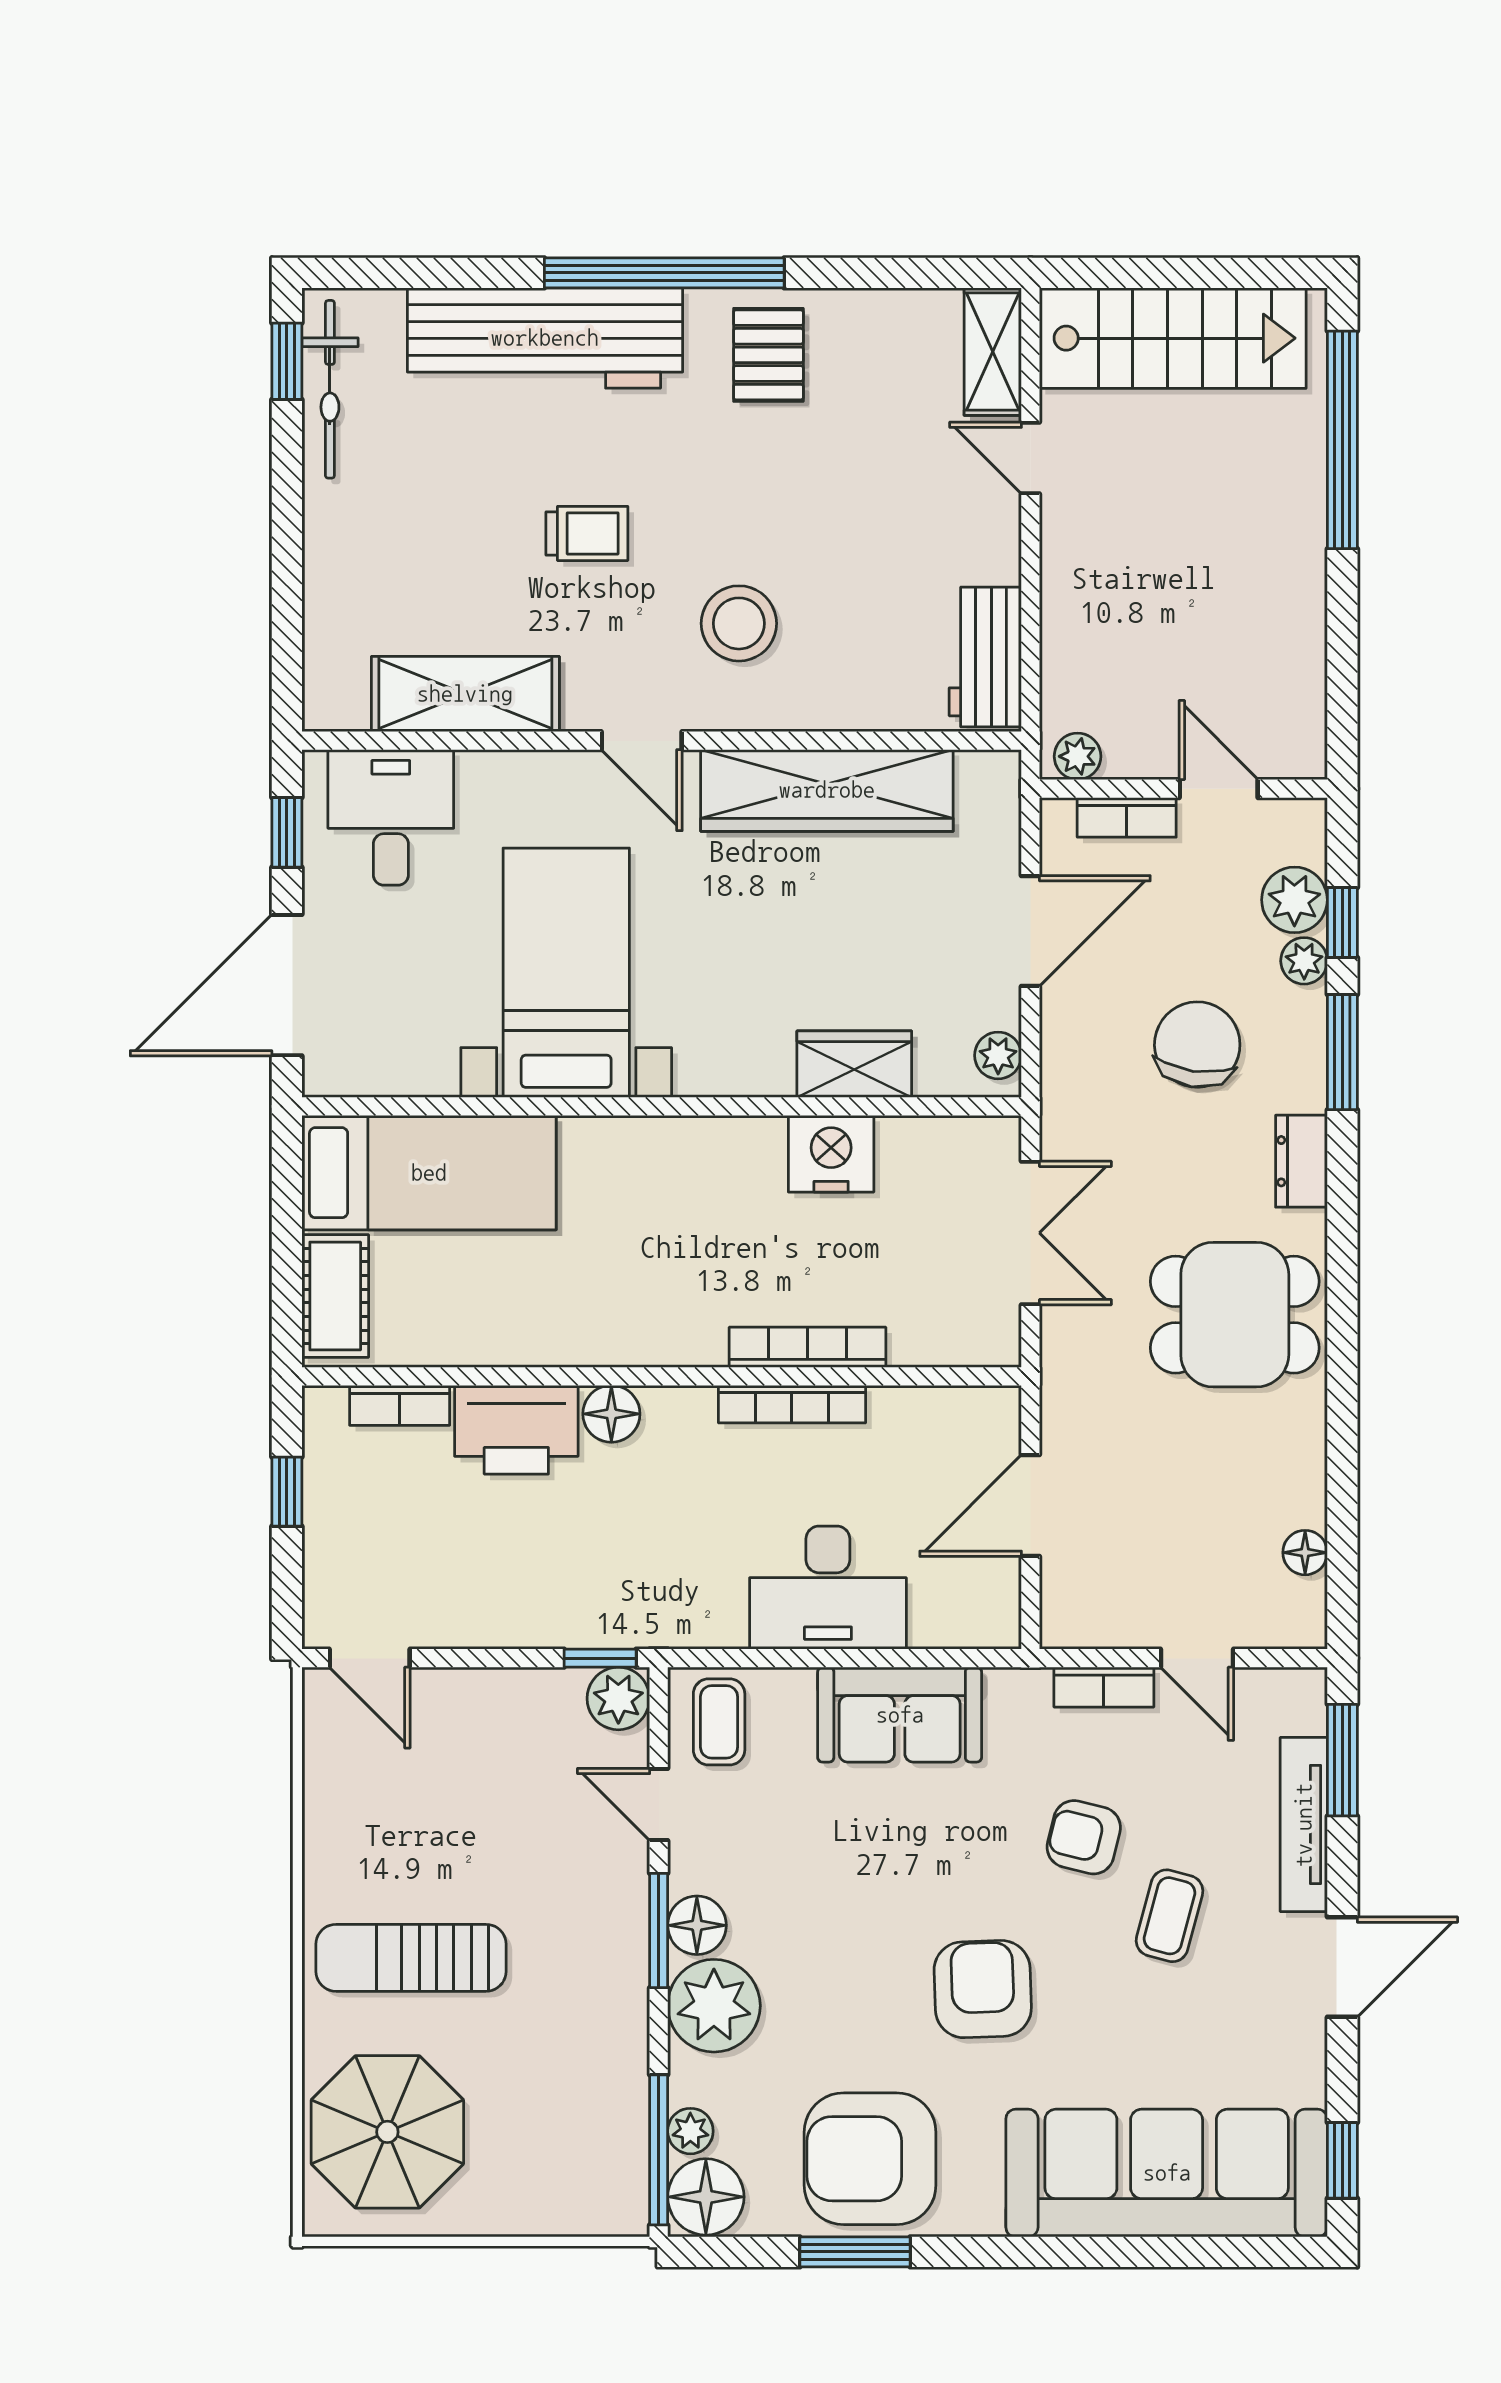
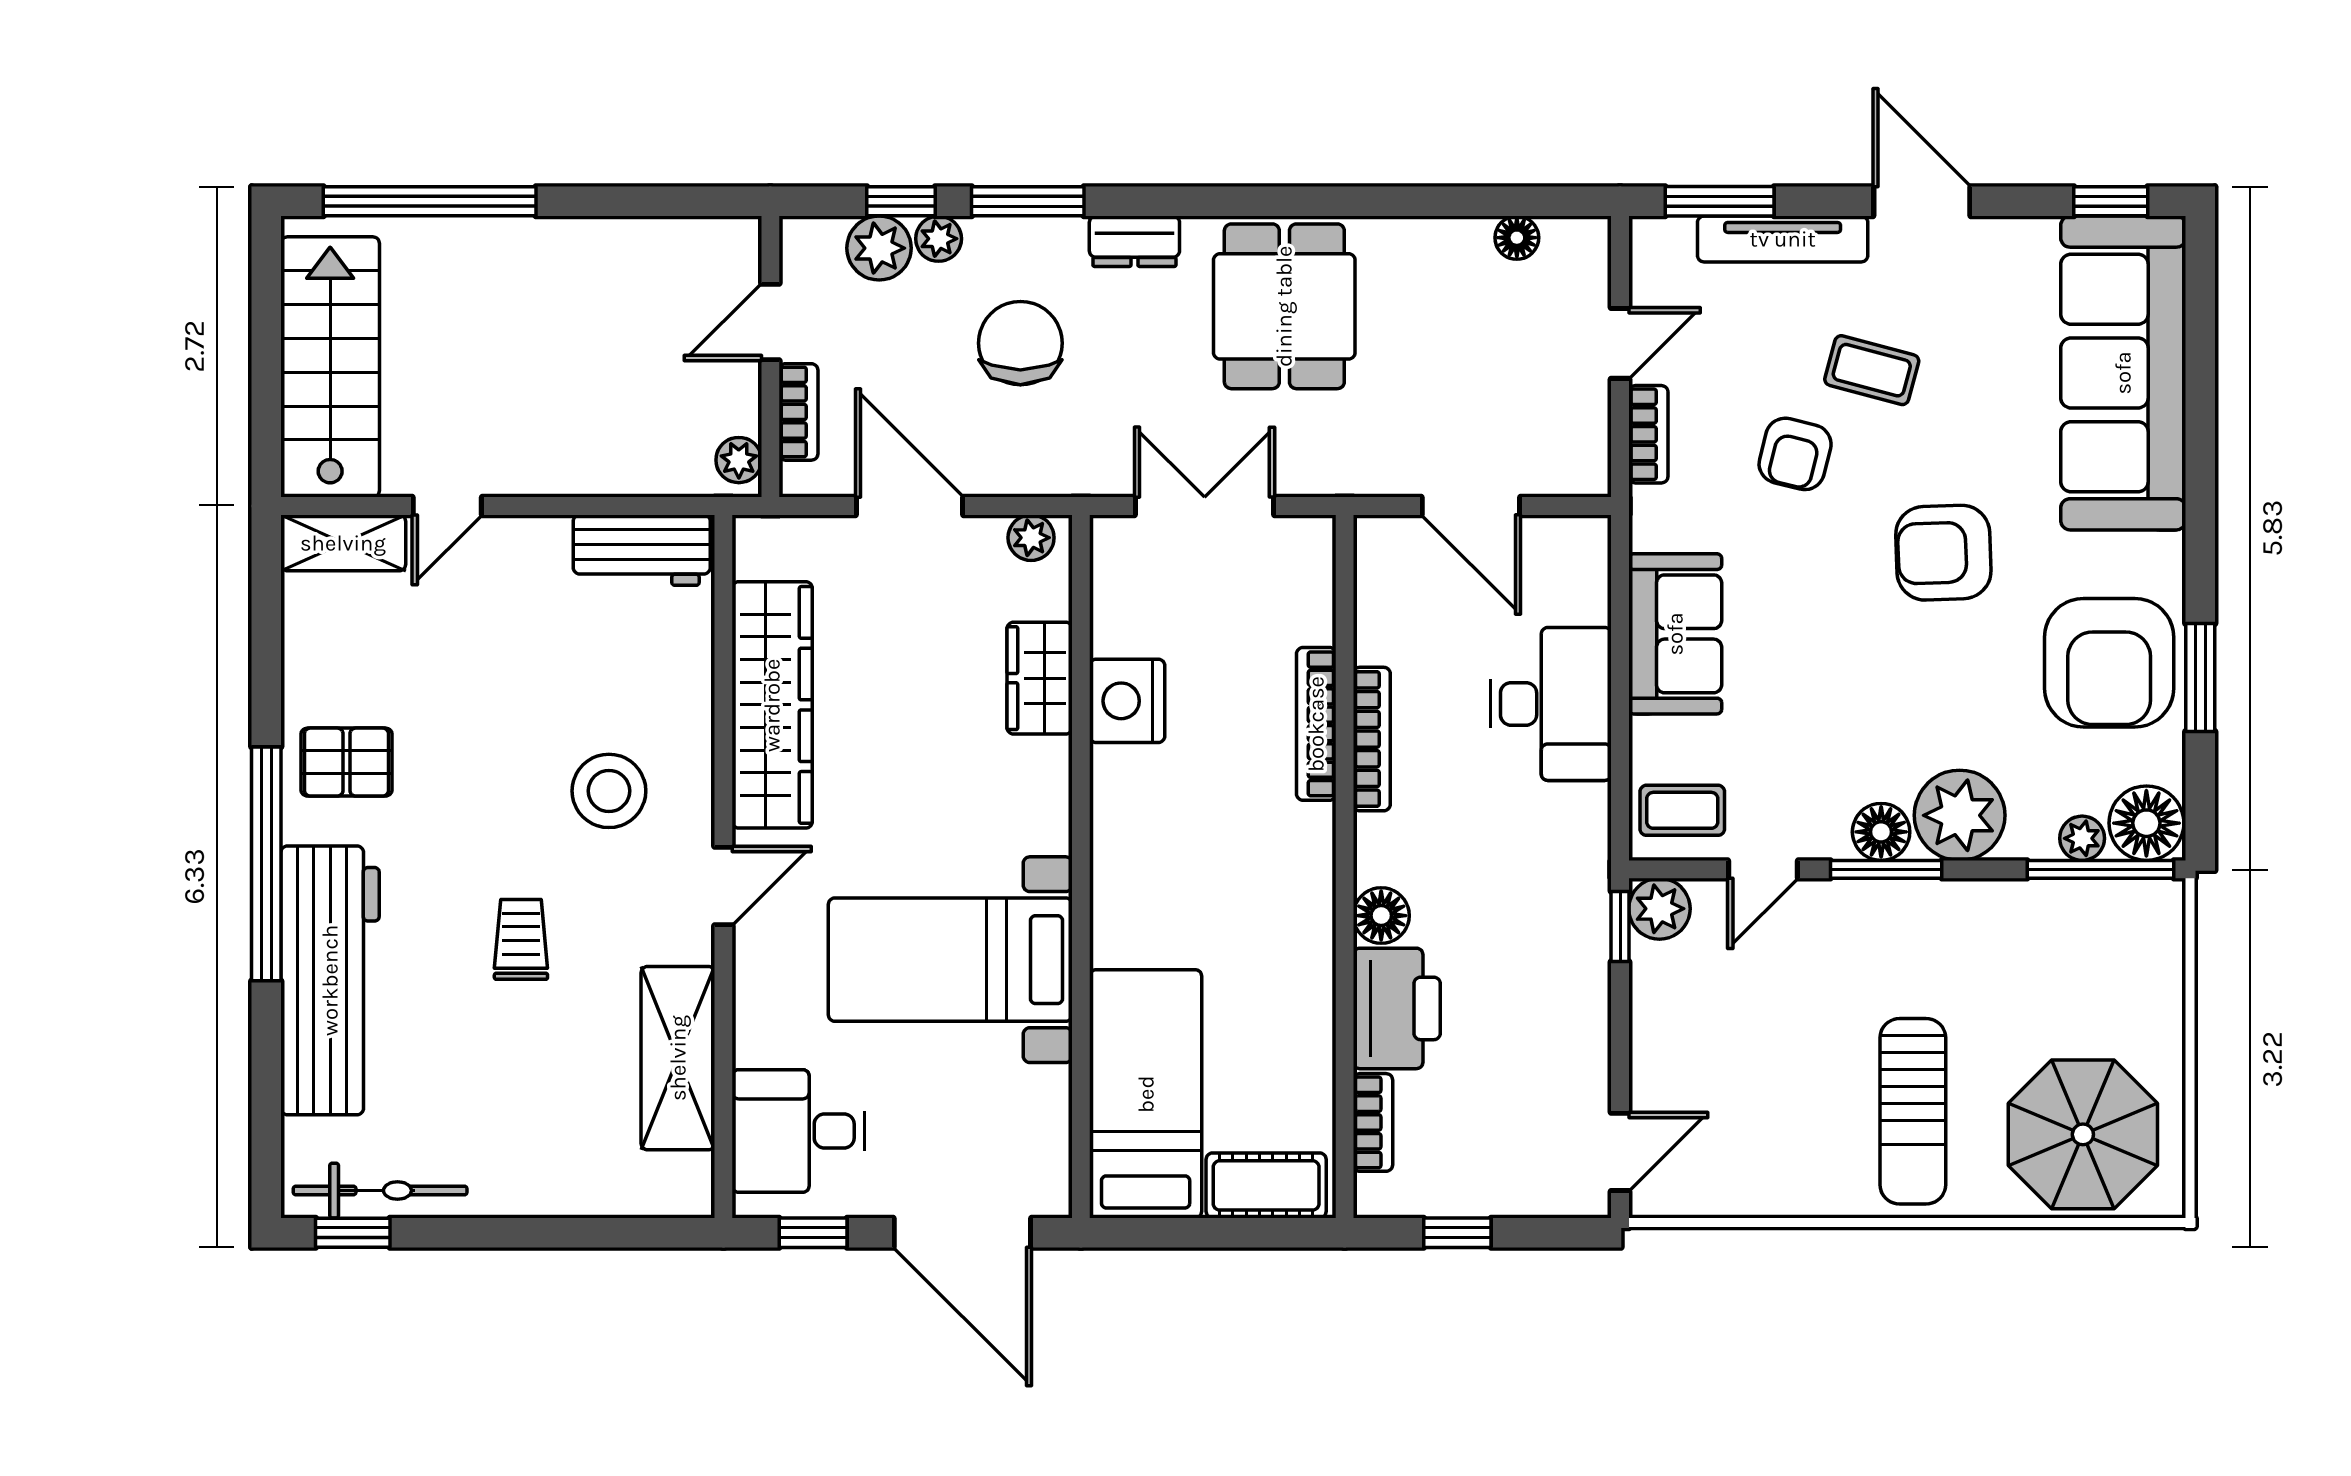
chair: (1197, 1045) -> (1020, 343), turned 82

